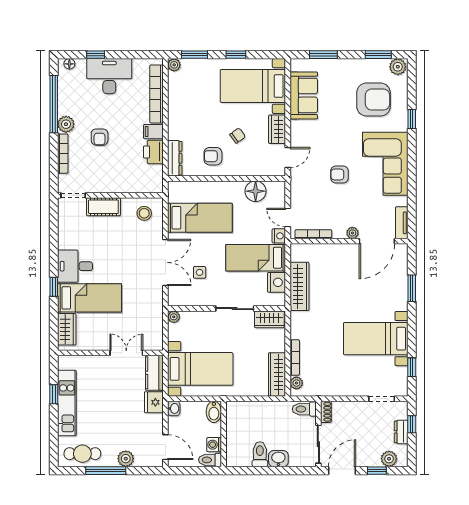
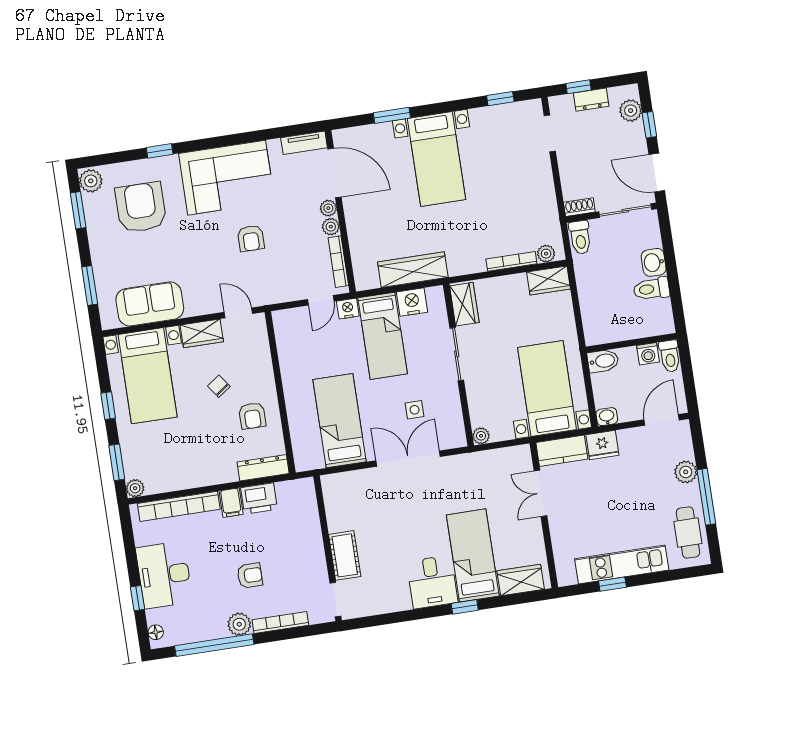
floor lamp: (256, 191) -> (291, 350), removed
stool: (144, 213) -> (345, 498), removed
plant: (339, 233) -> (331, 227), added
bed with nightstands: (376, 339) -> (436, 159), moved
wardrobe: (277, 375) -> (548, 280), width x0.67

